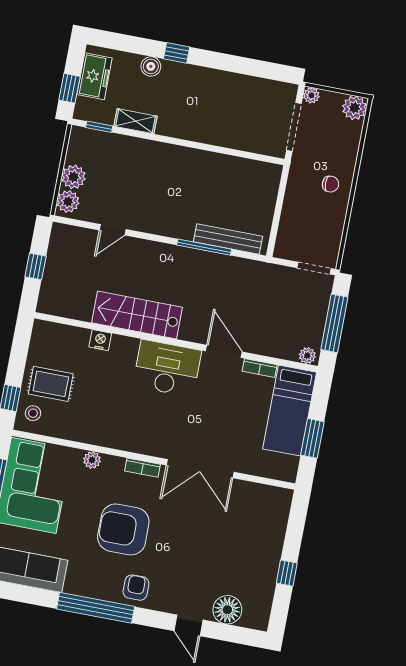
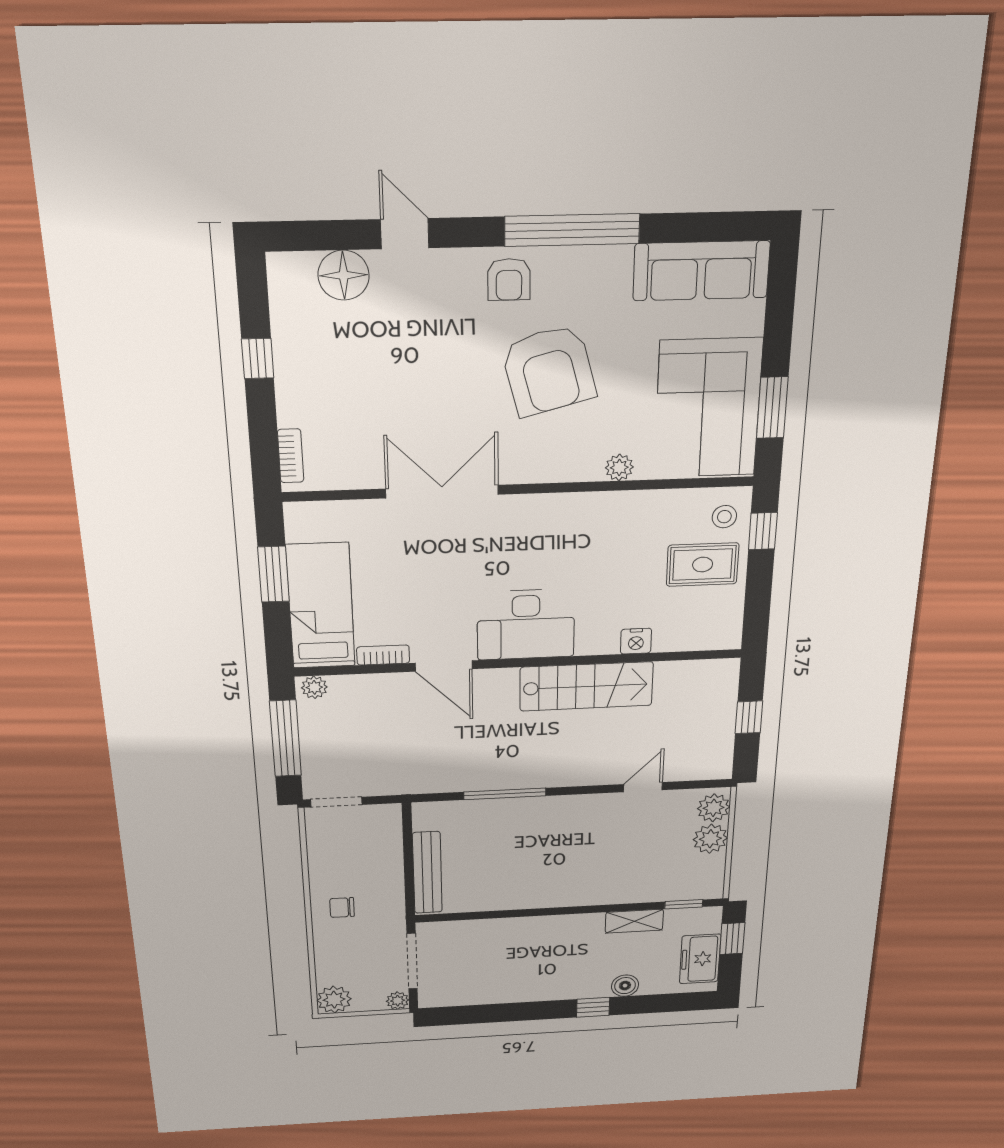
bench: (228, 239) -> (427, 873), moved, turned 90
bookcase: (142, 468) -> (291, 456), moved, turned 90
armchair: (123, 529) -> (549, 370), turned 75

